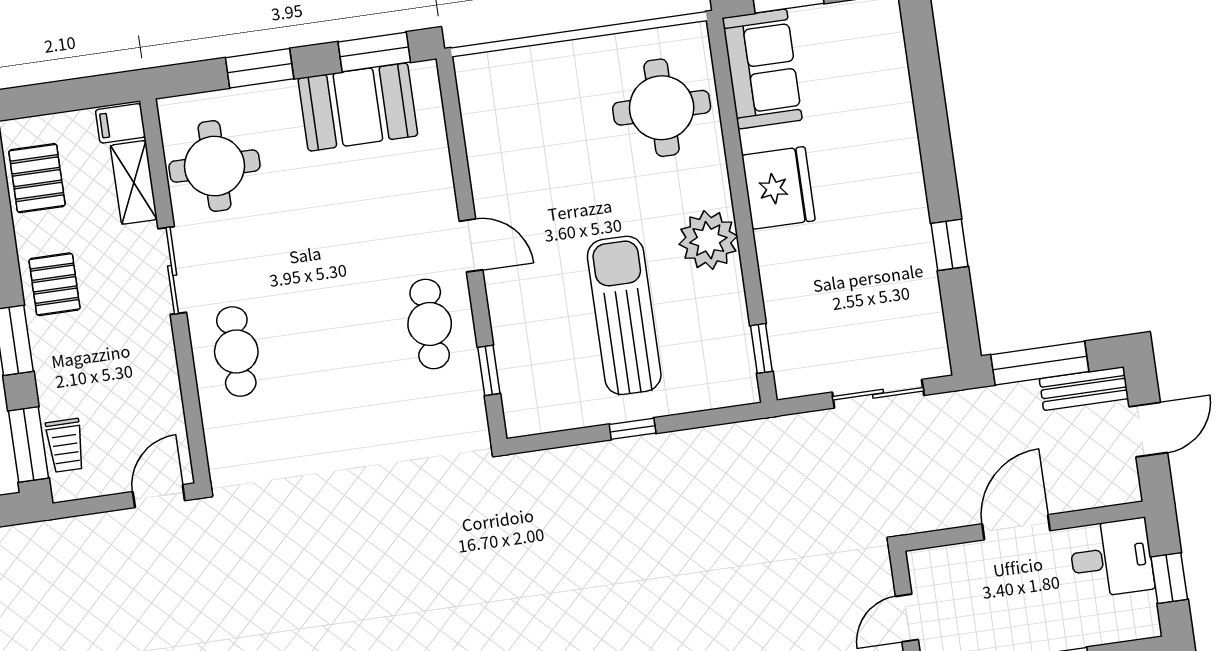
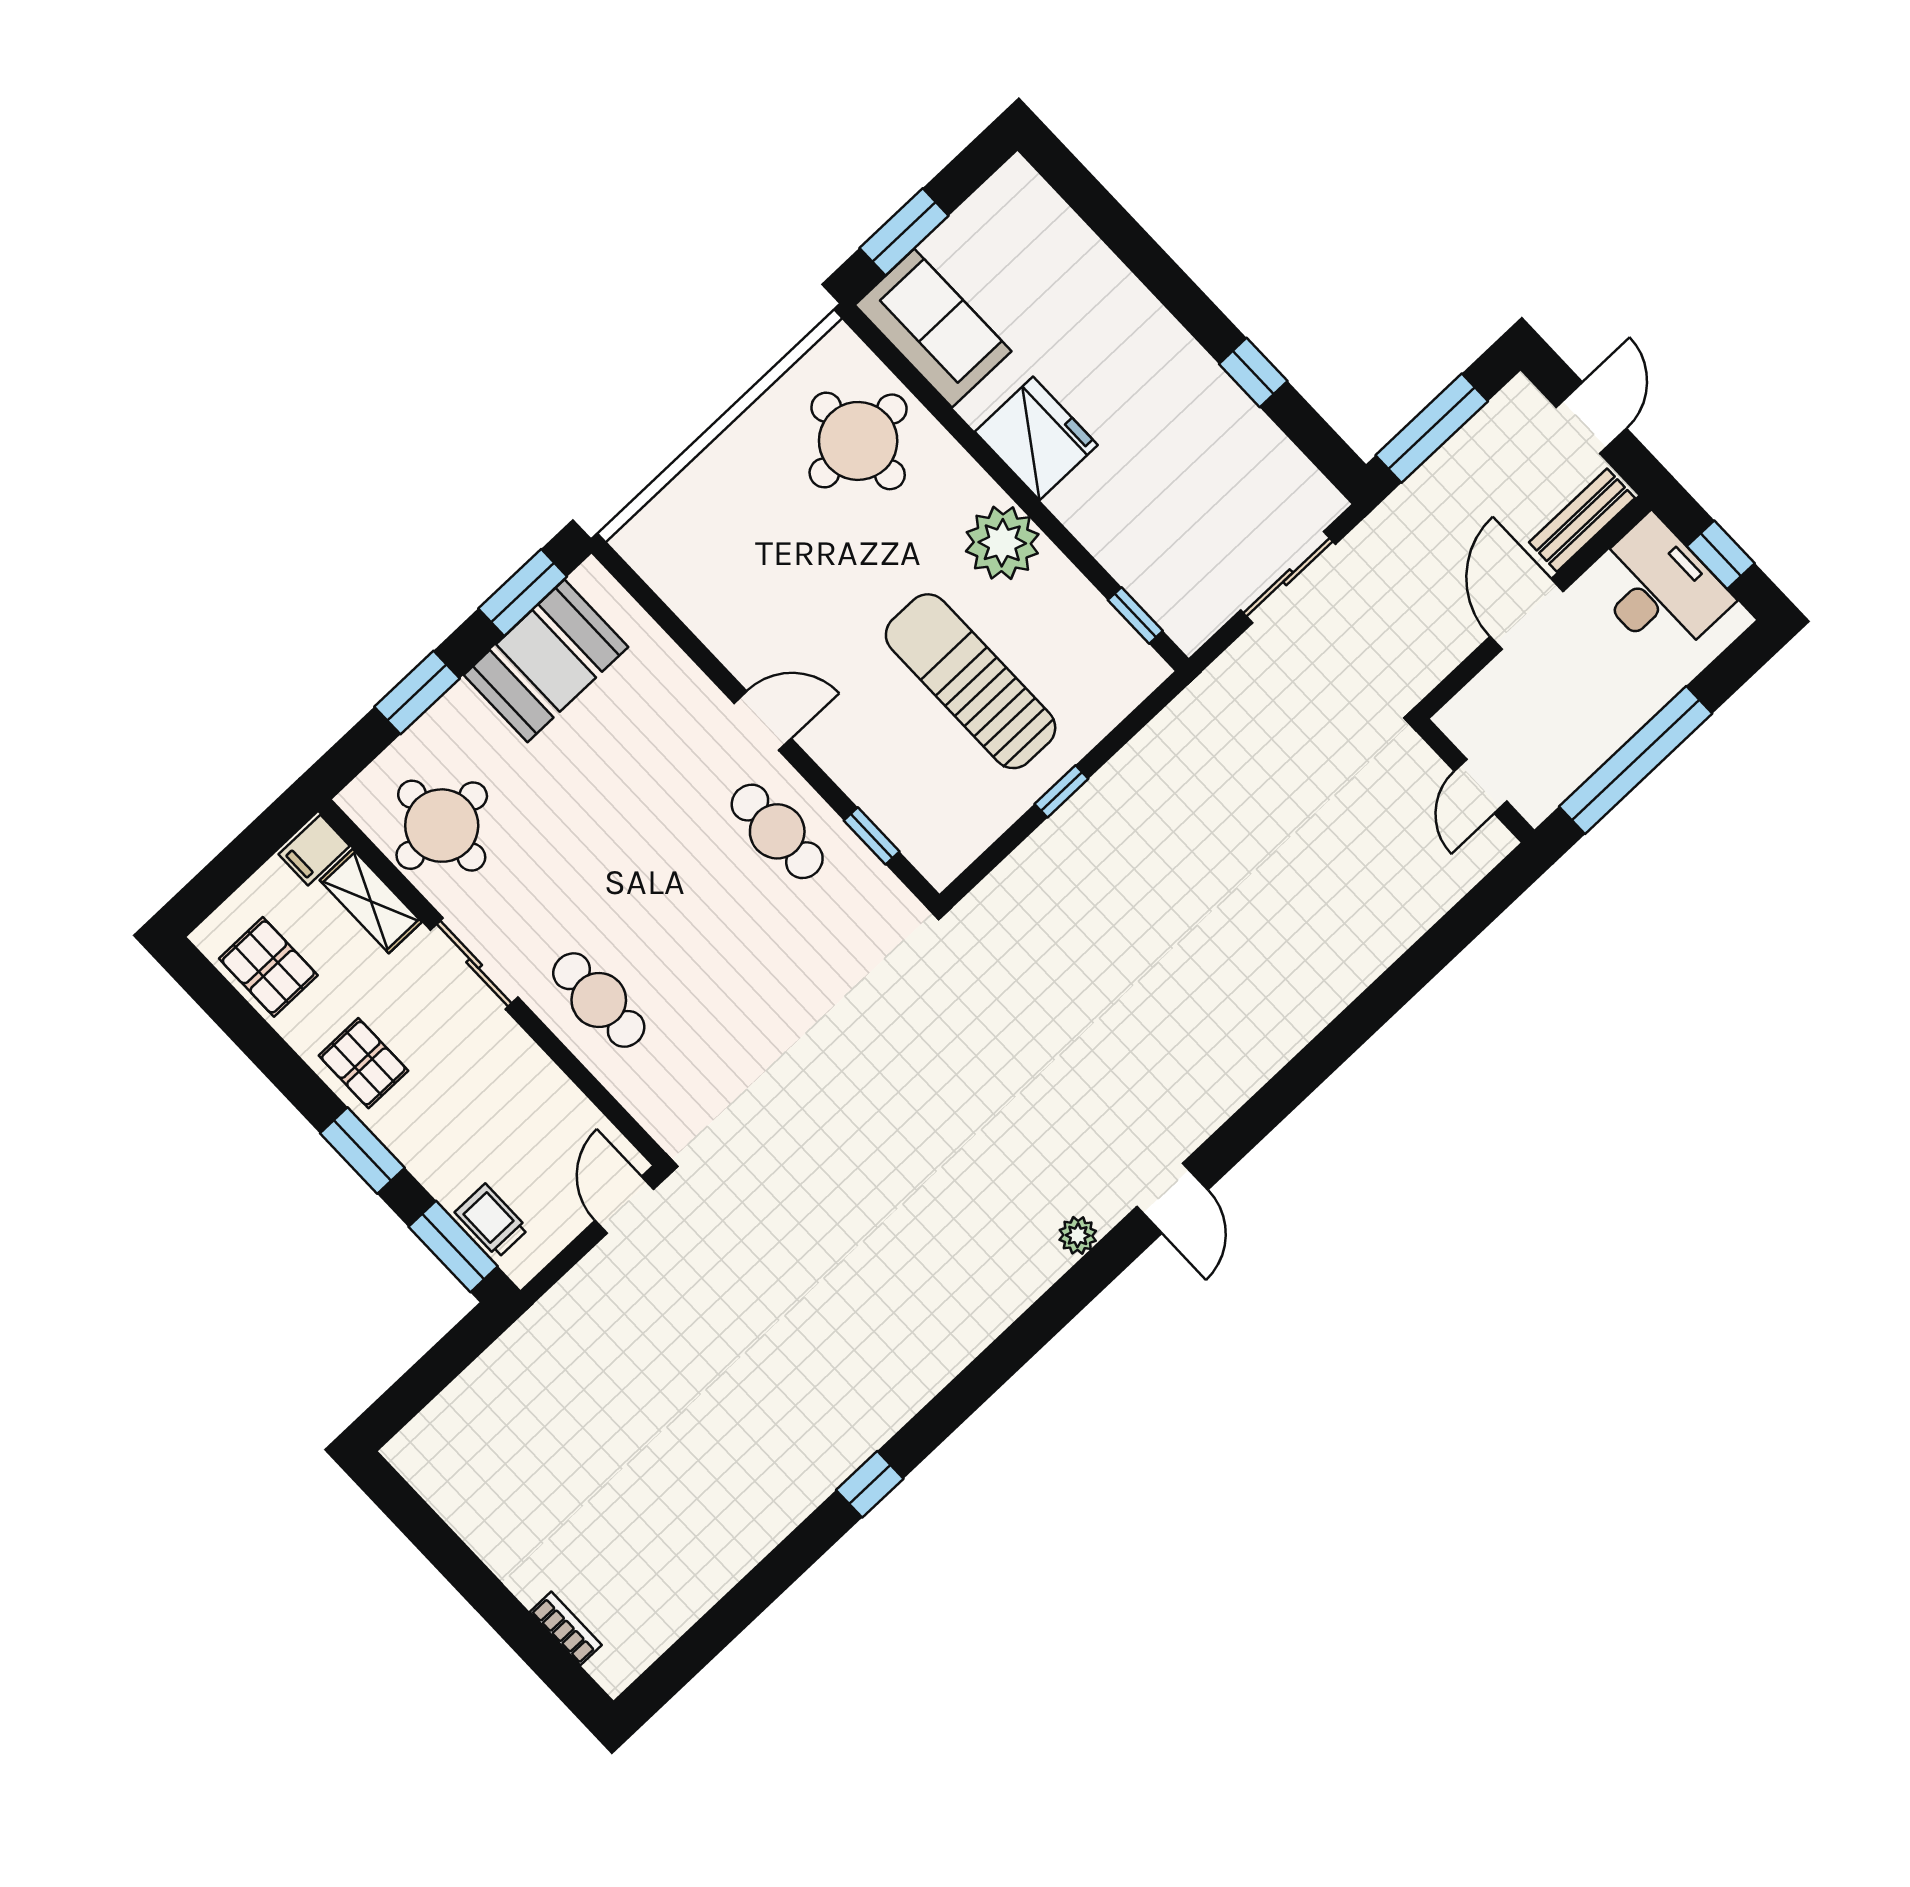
bench: (1084, 389) -> (1582, 520), moved
trolley: (65, 445) -> (492, 1221), turned 180
desk: (1111, 558) -> (1659, 589), width x1.37

